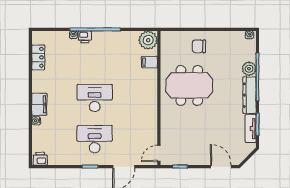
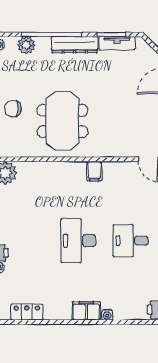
chair: (199, 46) -> (13, 109), turned 90
filing cabinet: (150, 62) -> (94, 171), moved
plant: (249, 69) -> (26, 45), moved
desk: (95, 139) -> (131, 241), width x0.73

